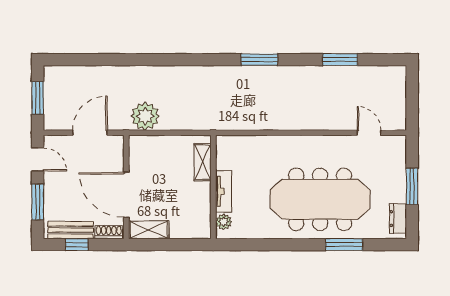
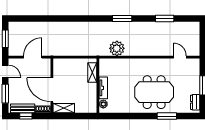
plant: (145, 116) -> (117, 48), moved
meeting table: (320, 199) -> (154, 92), width x0.73

